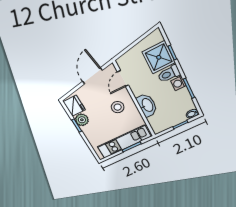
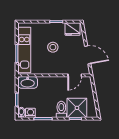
door: (123, 78) -> (75, 75), swing flipped
washing machine: (178, 83) -> (30, 113), moved
washbasin: (147, 105) -> (28, 82), moved
stool: (118, 107) -> (53, 47), moved
plant: (82, 120) -> (59, 28), removed

